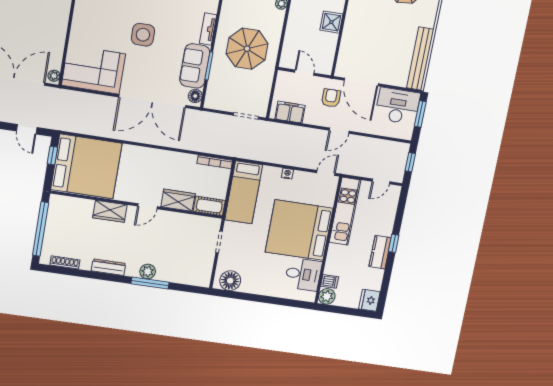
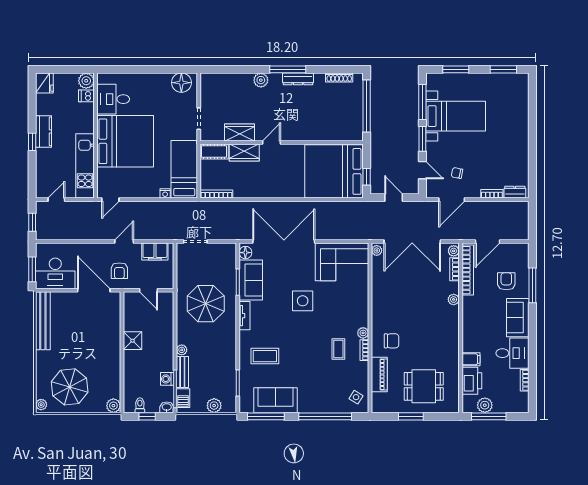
door: (339, 131) -> (124, 241), moved
nightstand: (287, 174) -> (165, 193), moved
wardrobe: (110, 211) -> (239, 132), moved
window: (150, 283) -> (288, 69), moved

